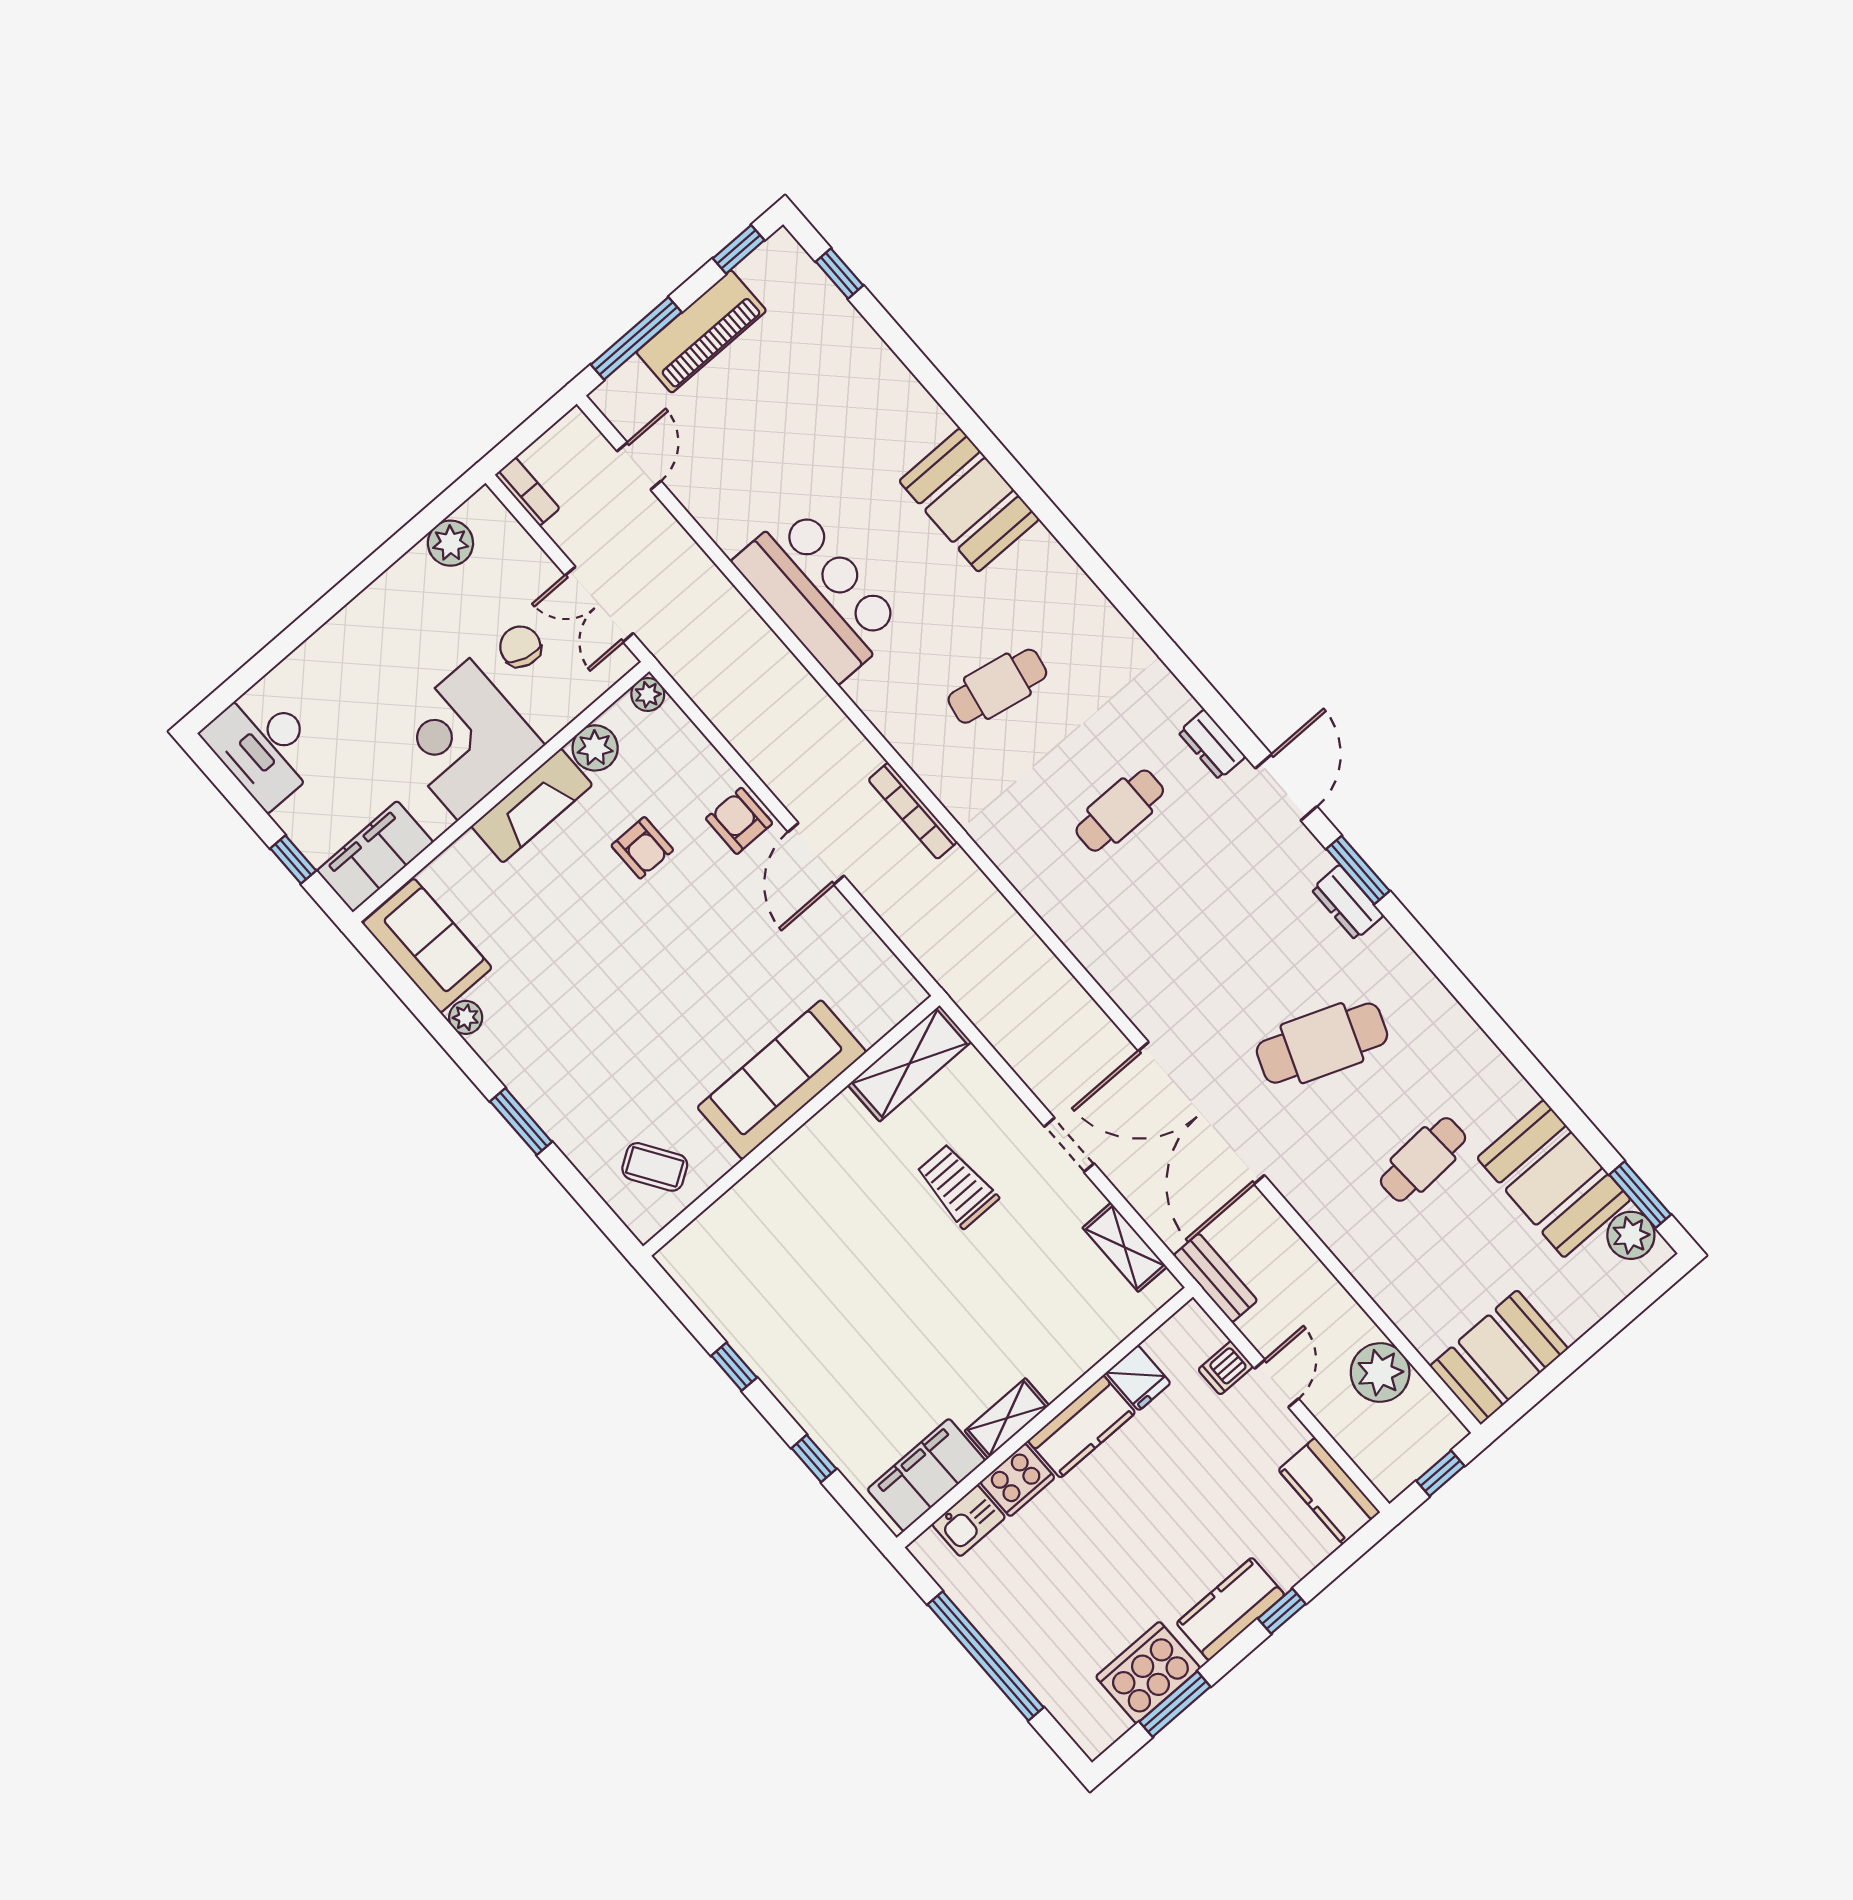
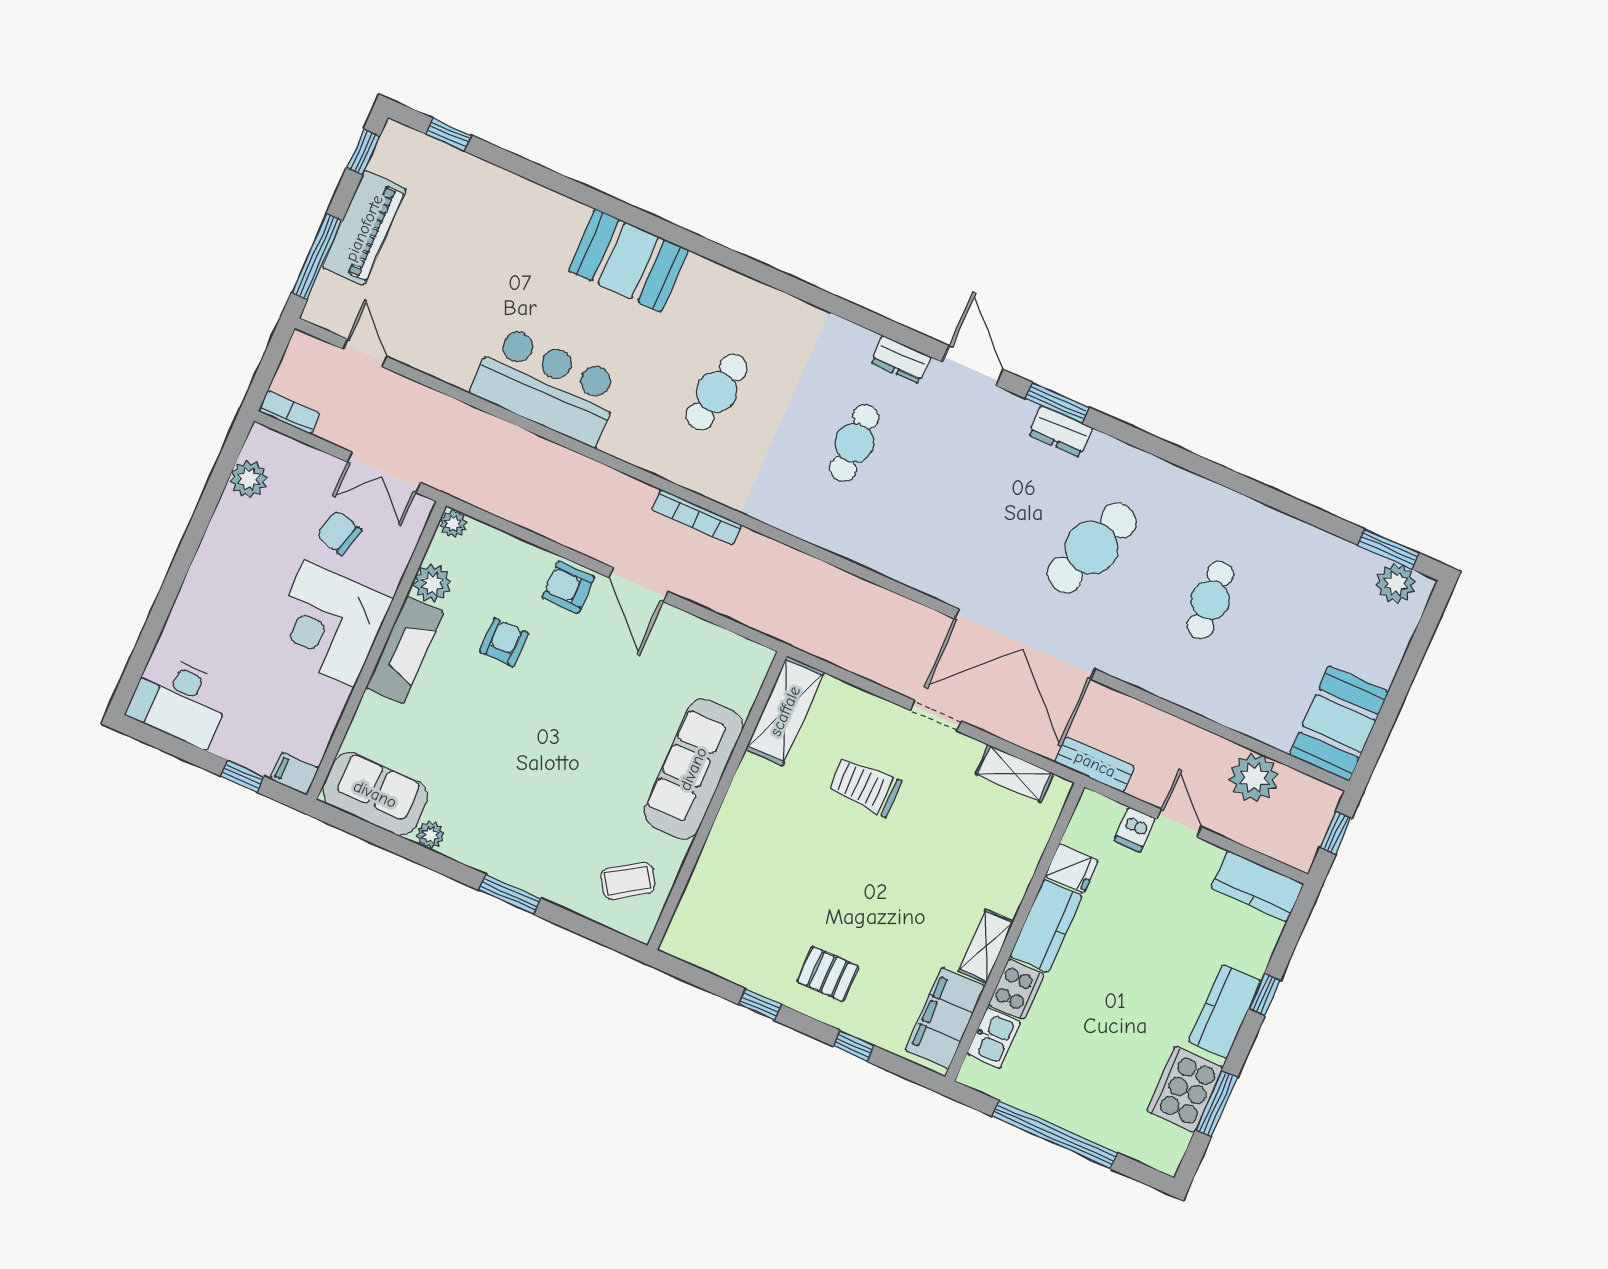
armchair: (642, 848) -> (504, 642), turned -90
filing cabinet: (375, 856) -> (295, 774), width x0.33, depth x0.86
booth: (1554, 1179) -> (1317, 568), removed
pallet: (822, 1368) -> (828, 974), added

